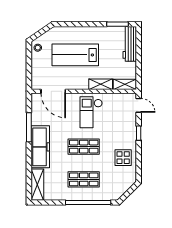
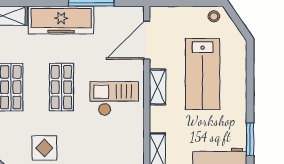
lab bench: (75, 55) -> (203, 74), turned 180
shelving: (101, 84) -> (157, 87), moved

